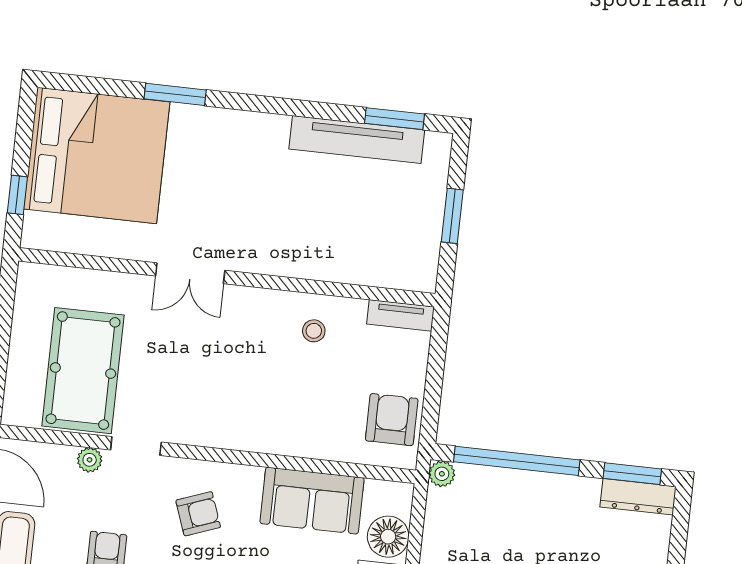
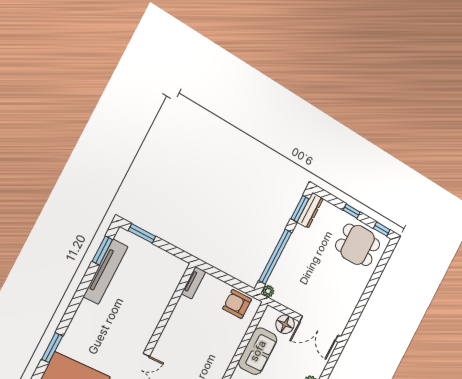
window: (452, 216) -> (142, 233), moved
stool: (314, 331) -> (186, 324), removed

